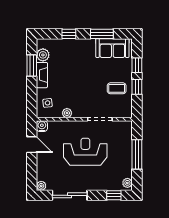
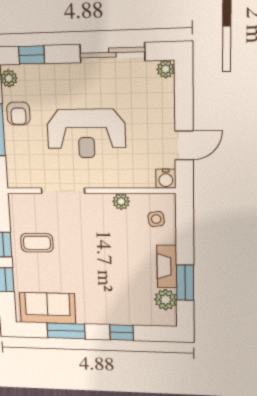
door: (32, 145) -> (184, 145), swing flipped
armchair: (123, 163) -> (18, 113), added

